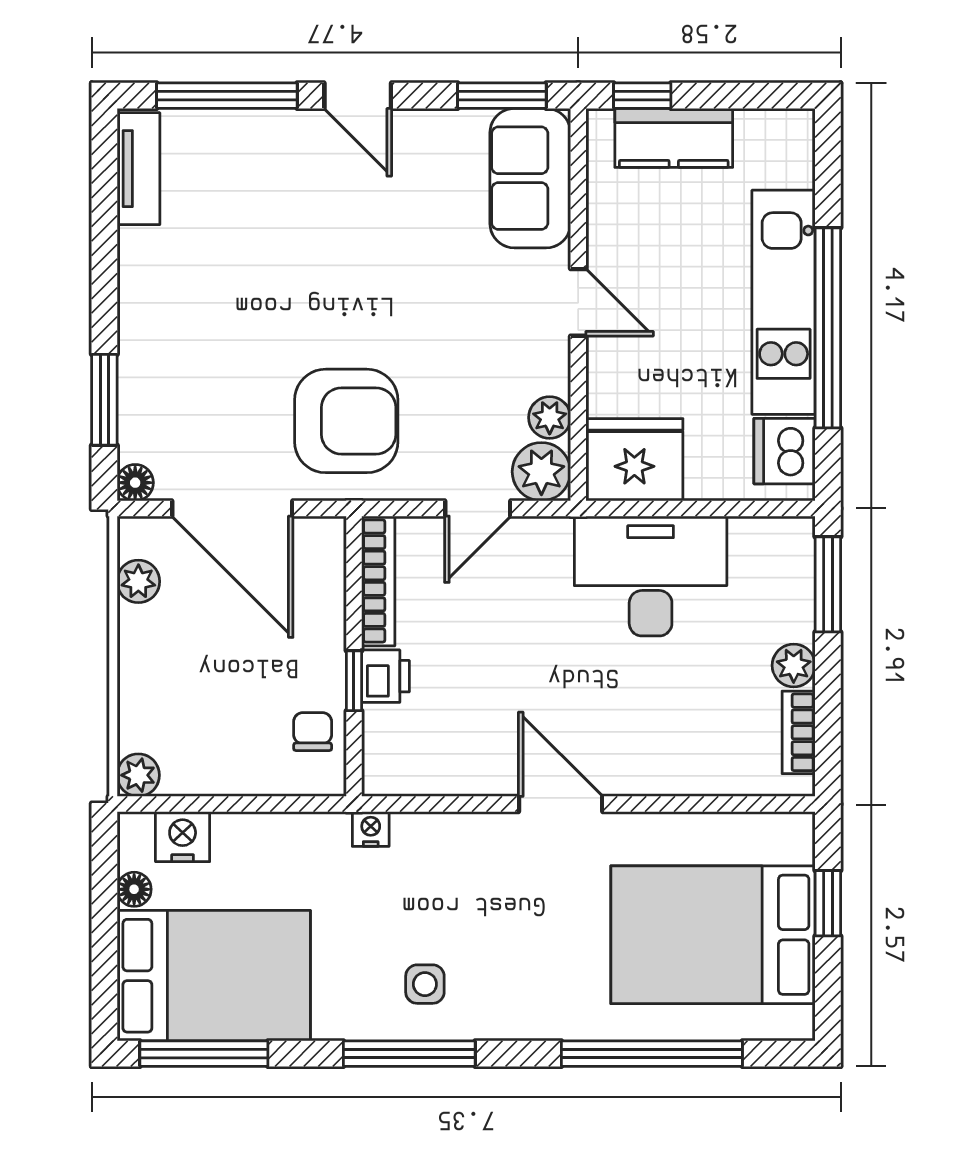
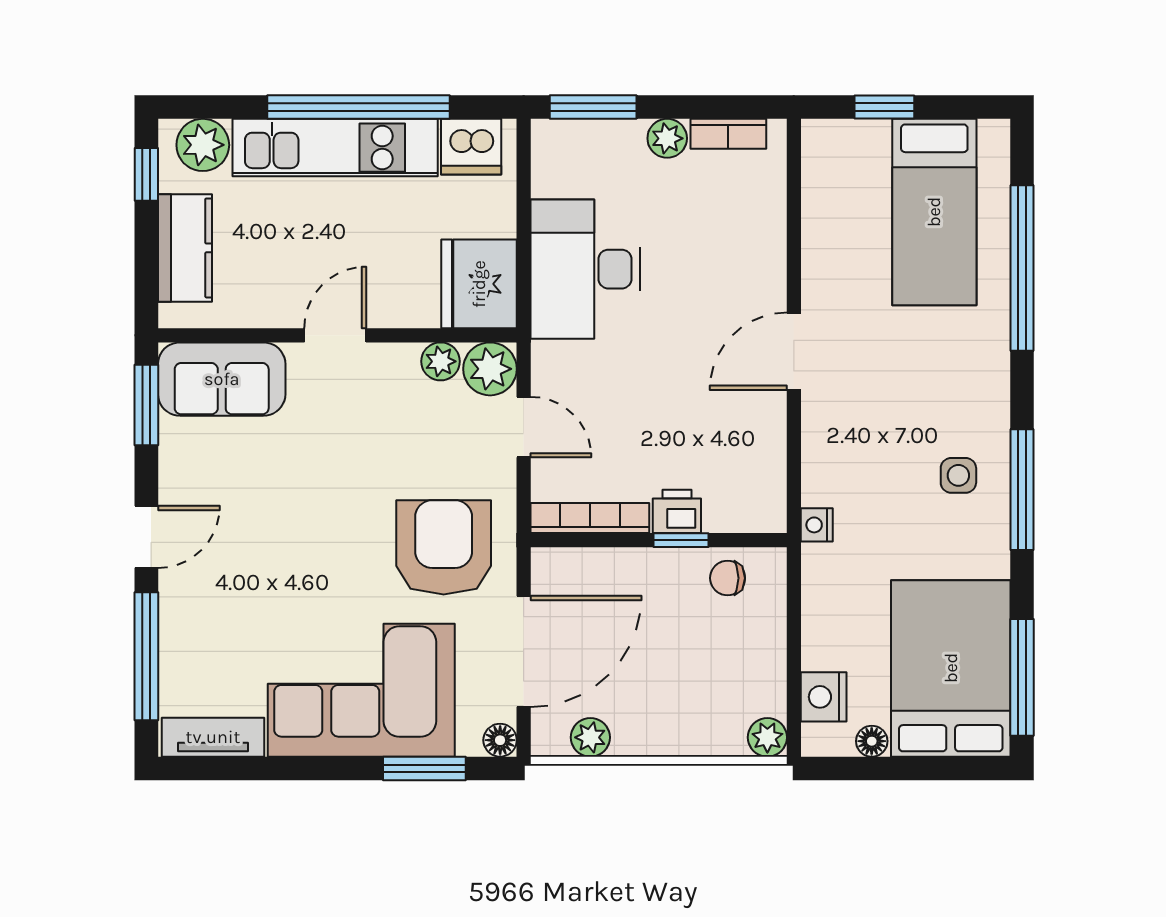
window: (642, 96) -> (146, 174), moved
plant: (786, 157) -> (203, 145), added
corner sofa: (190, 331) -> (361, 690), added
bed: (713, 935) -> (934, 212), width x0.67

